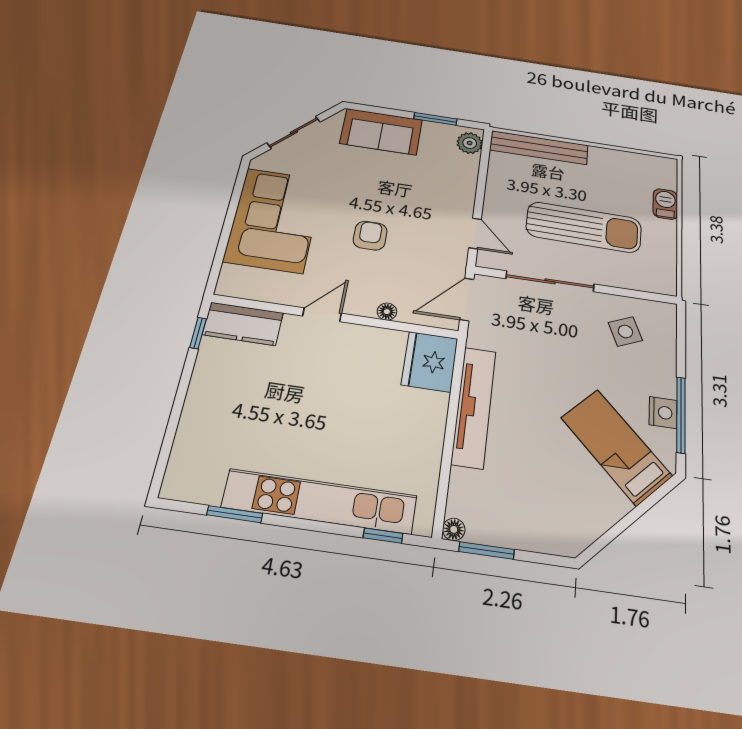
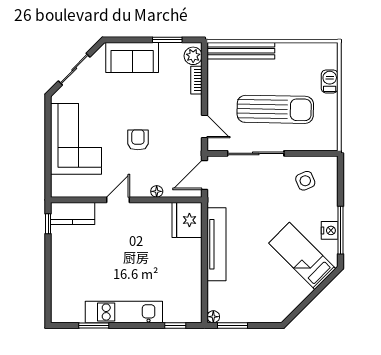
bookcase: (471, 173) -> (196, 80), added
kitchen unit: (320, 501) -> (124, 312), width x0.73

